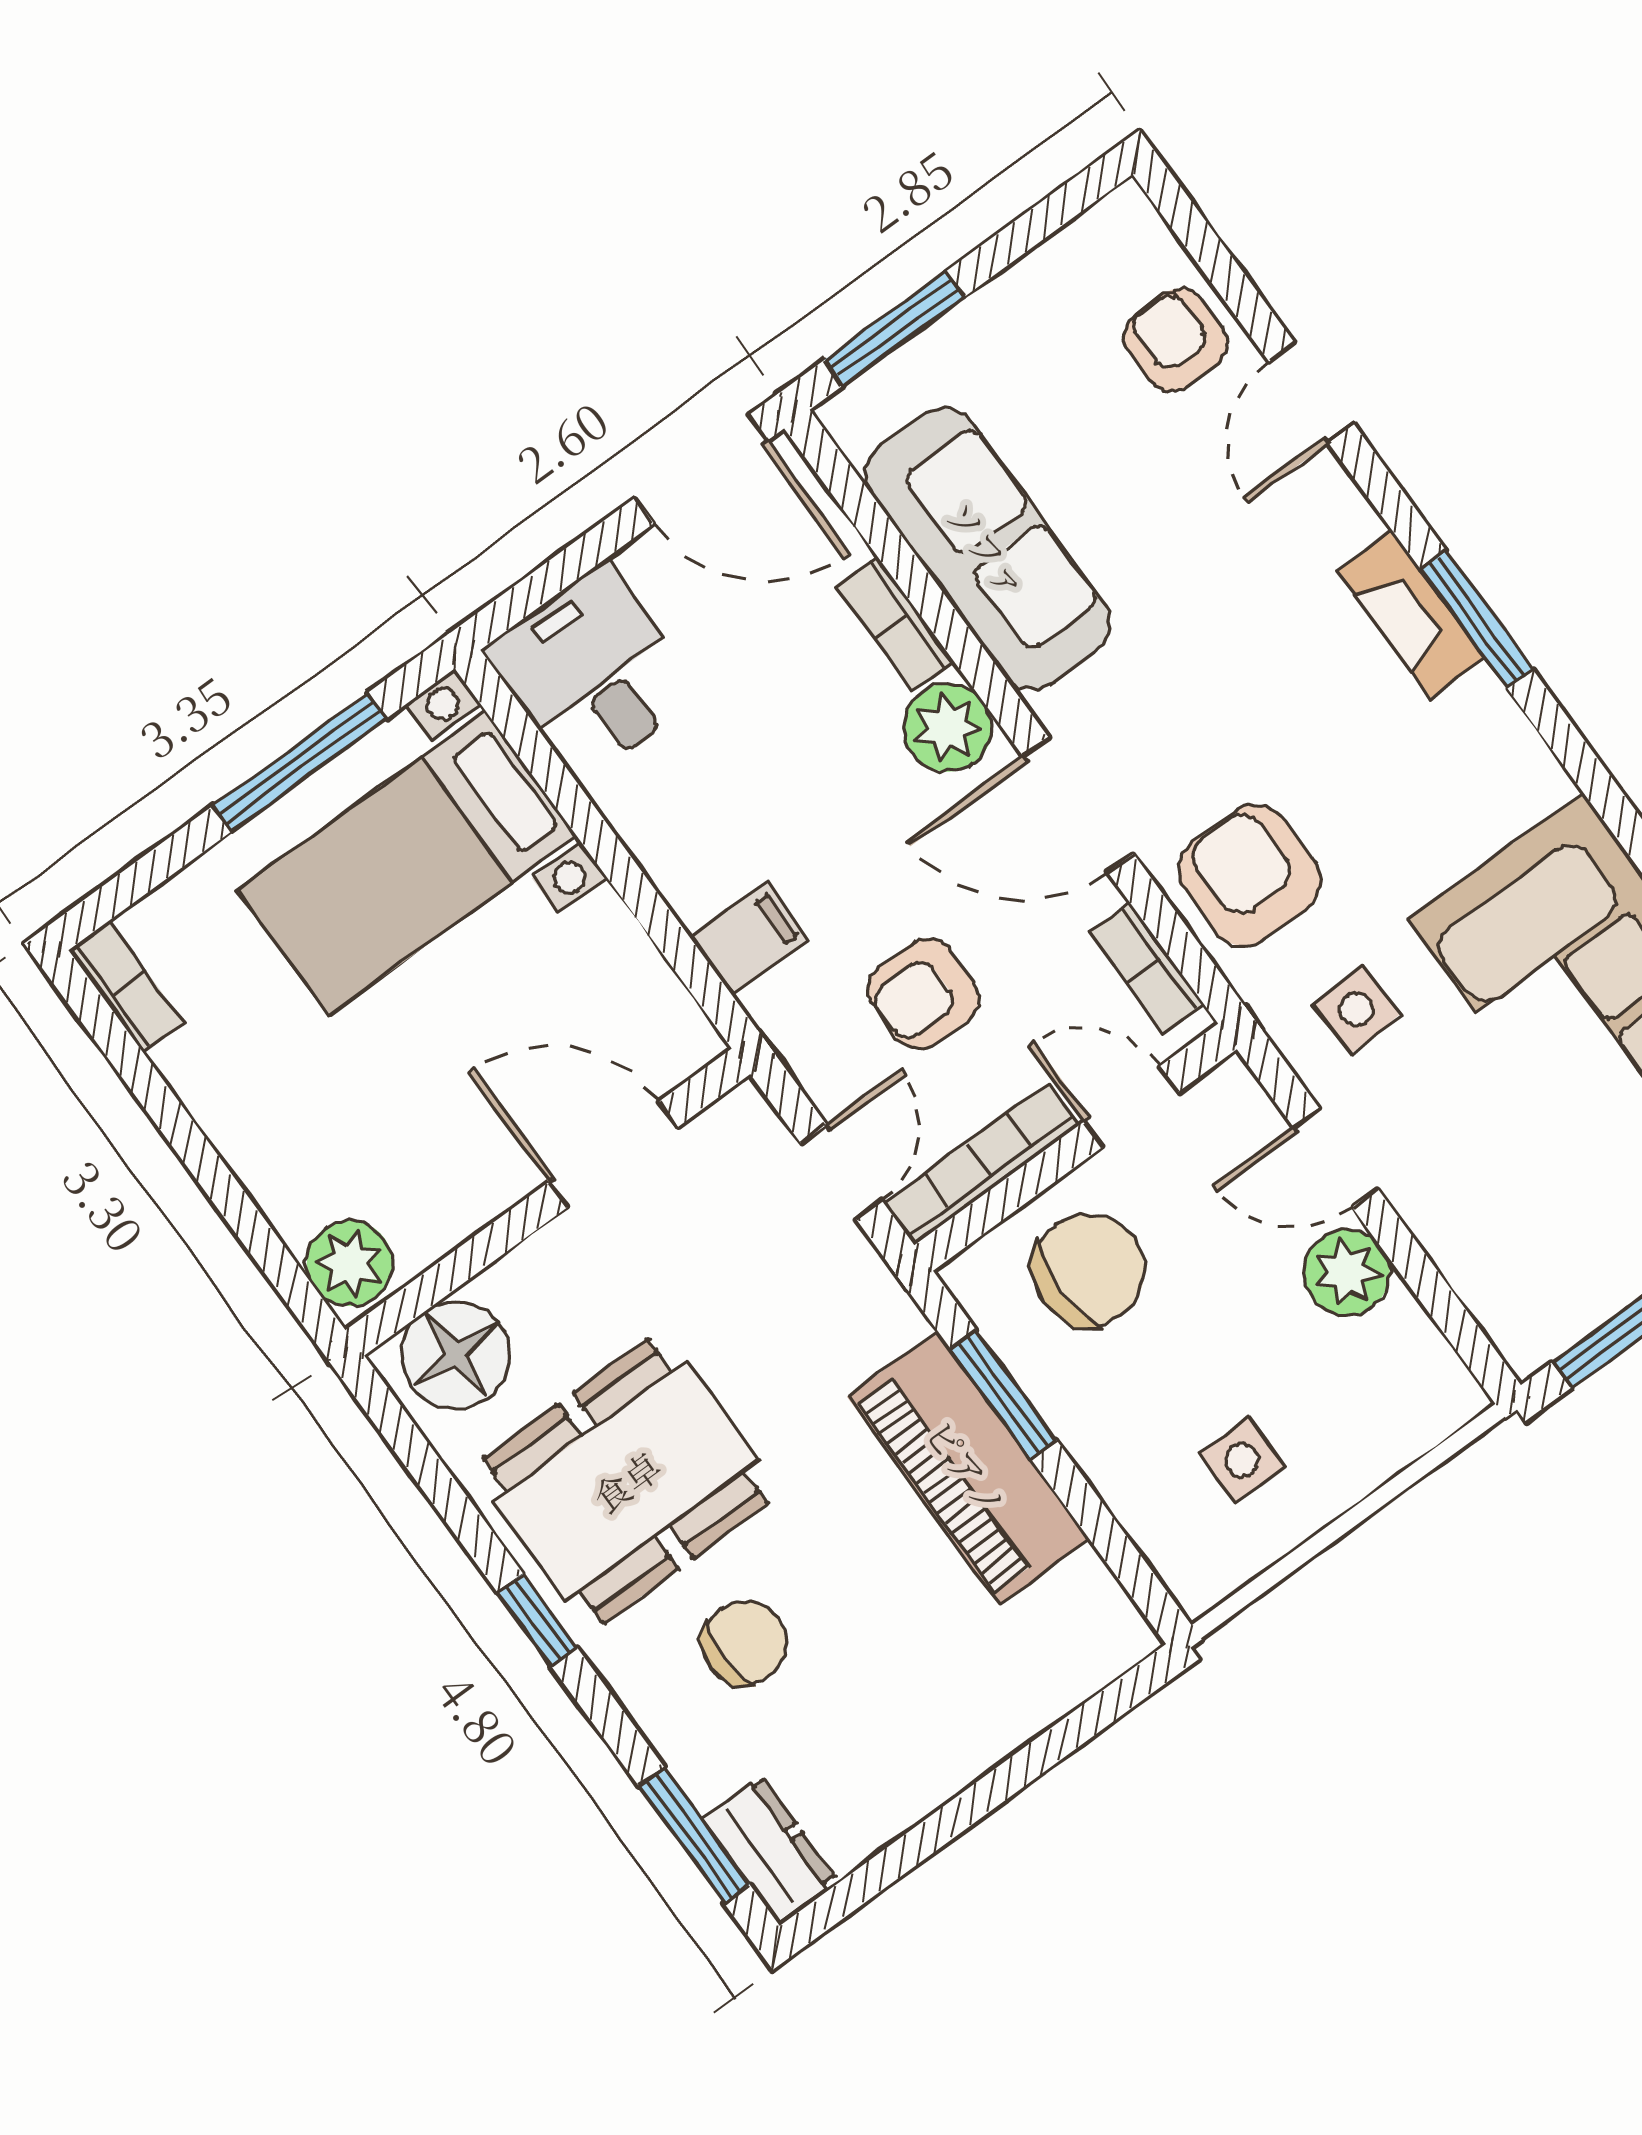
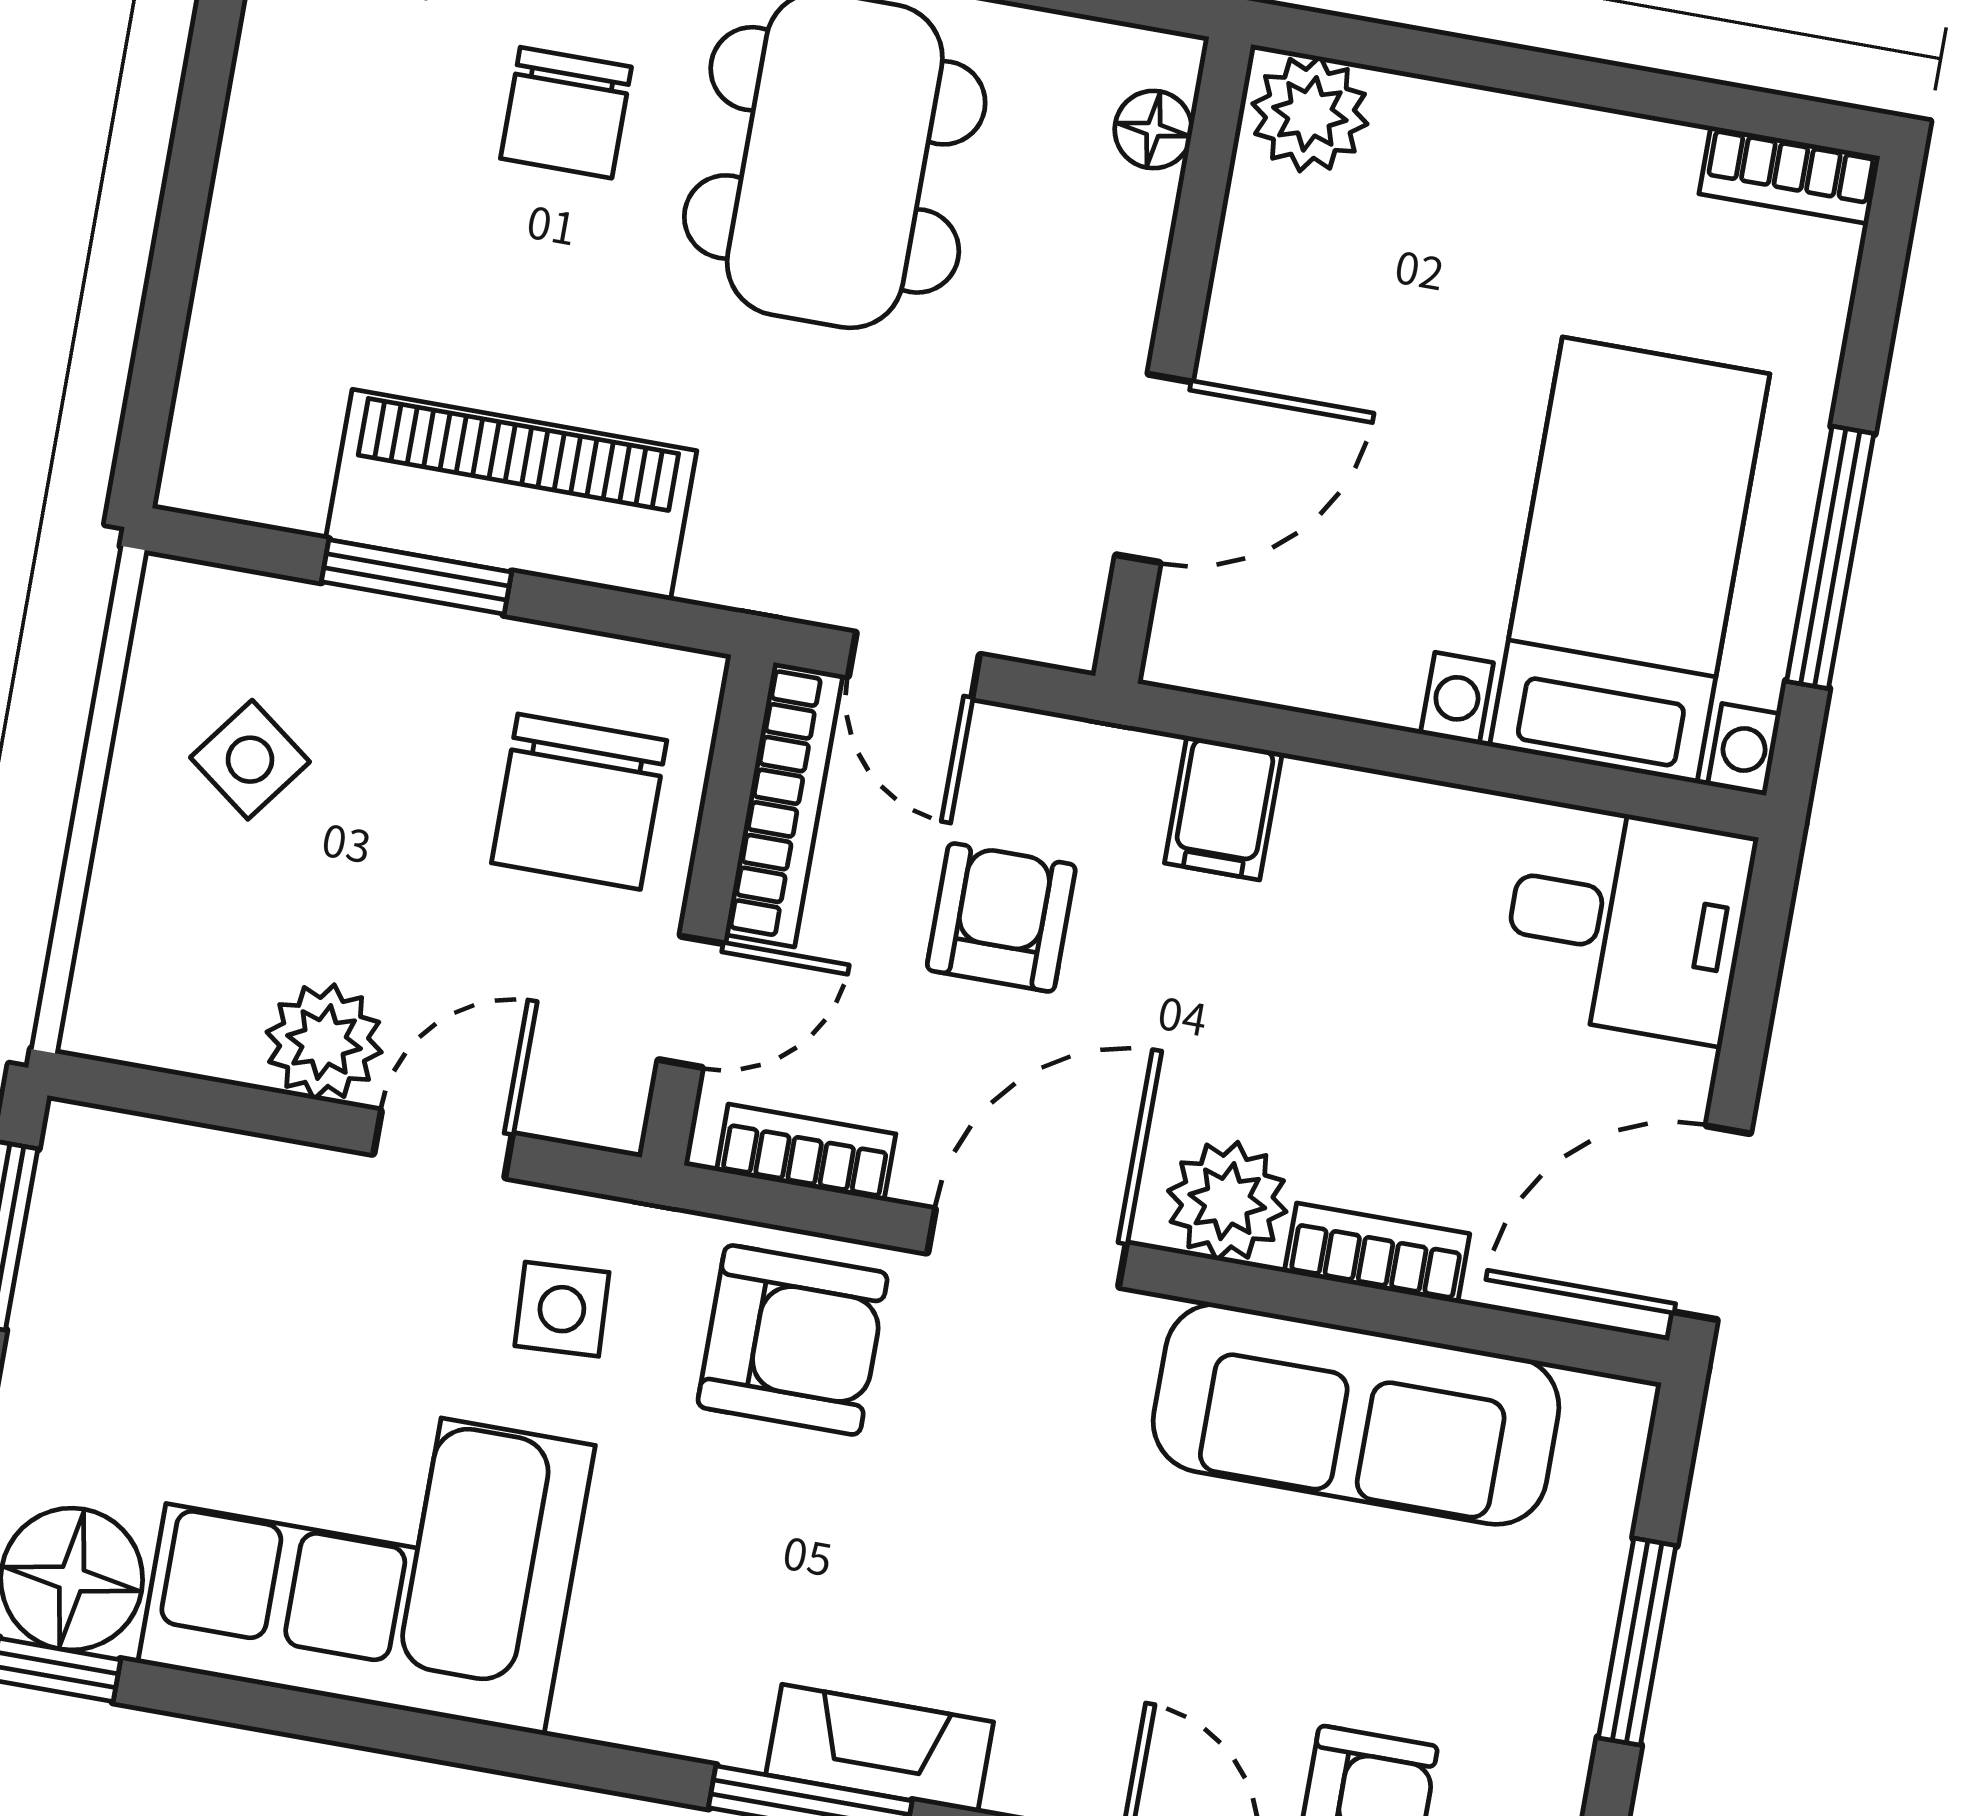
window: (894, 328) -> (1637, 1642), moved
floor lamp: (456, 1355) -> (1153, 130), width x0.53, depth x0.53
window: (1003, 1394) -> (416, 577), moved
side table: (1242, 1460) -> (250, 760), turned 37

